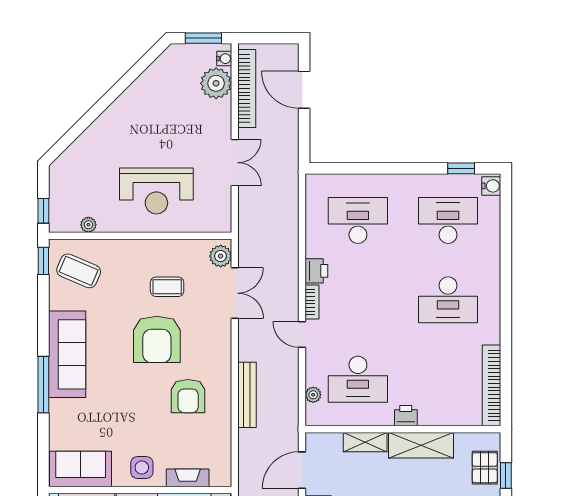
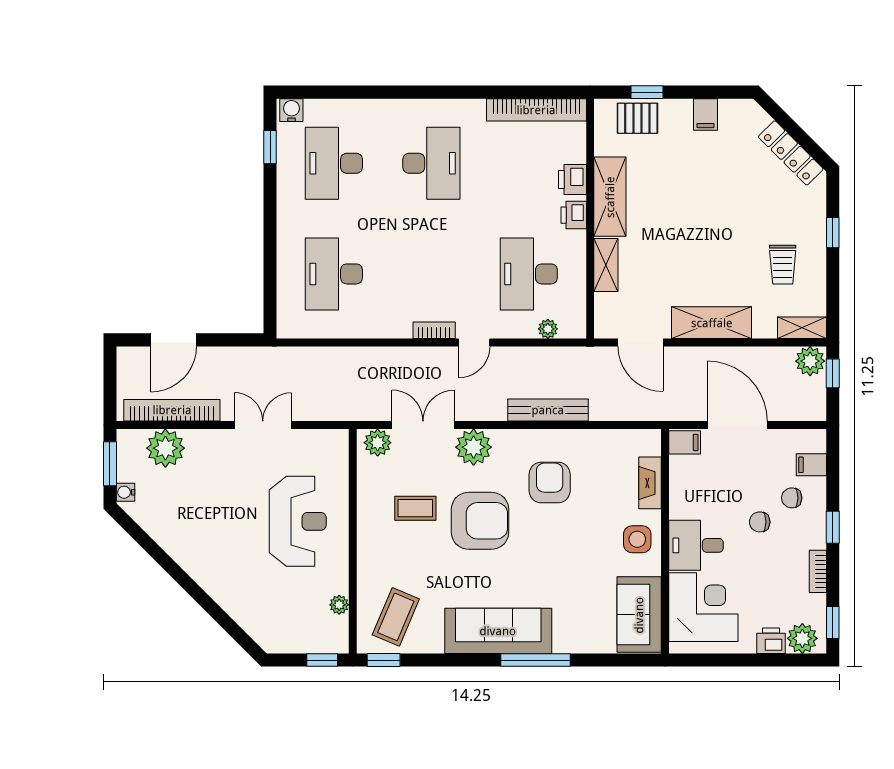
water cooler: (224, 59) -> (126, 492), moved, turned -90
printer: (316, 271) -> (572, 180), moved, turned -90
coffee table: (167, 287) -> (415, 508), turned 90
plant: (217, 334) -> (474, 447), added
desk: (358, 379) -> (529, 274), turned 180
armchair: (188, 396) -> (550, 483), turned -90

